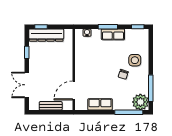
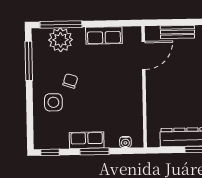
plant: (140, 102) -> (60, 40), moved

